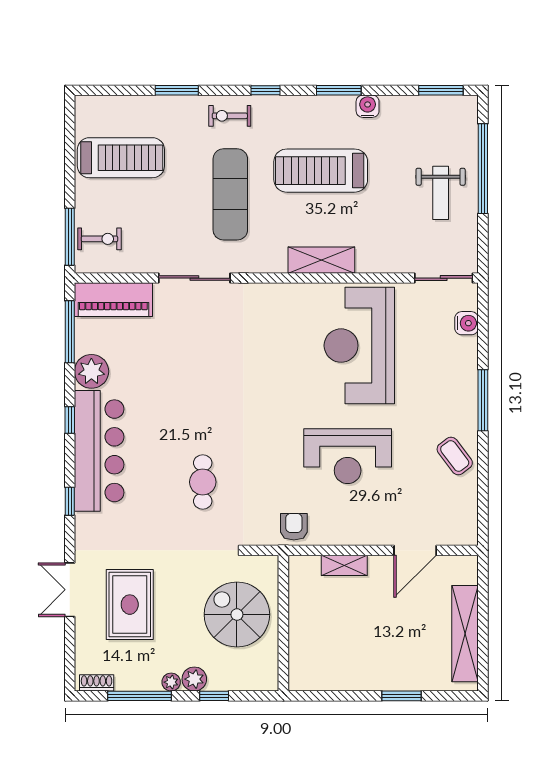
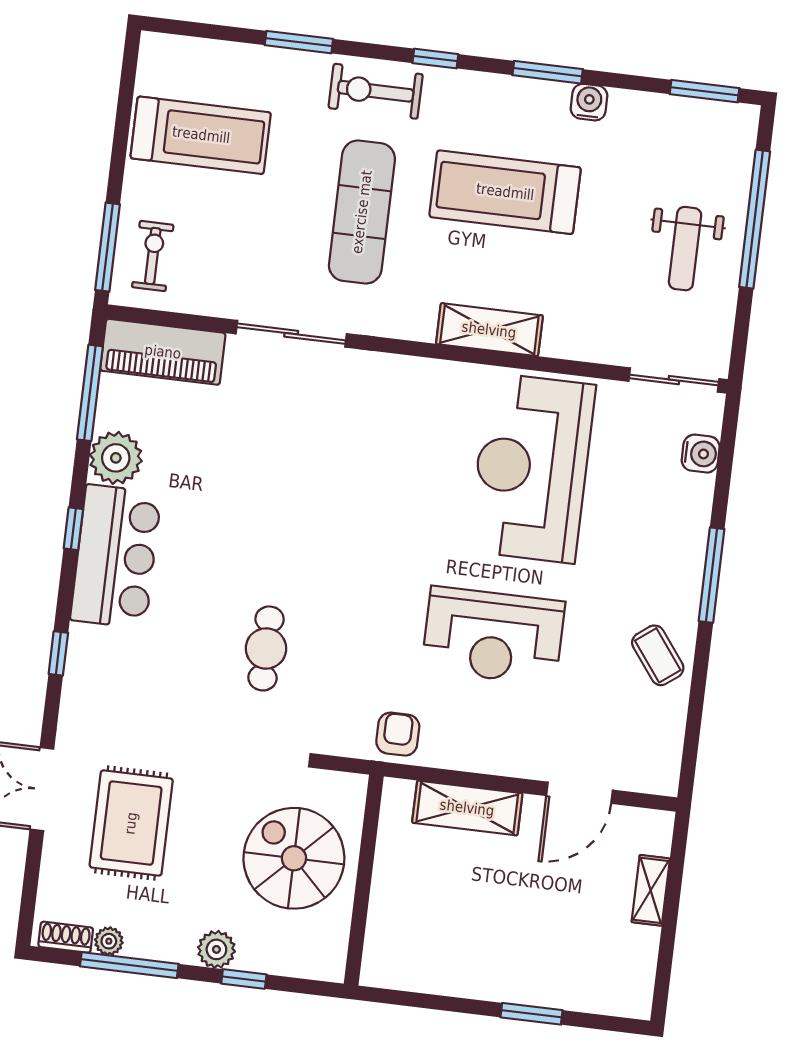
exercise bike: (230, 116) -> (376, 91), width x1.38, depth x1.39
exercise bike: (100, 239) -> (153, 256), turned -90
bar counter: (99, 451) -> (116, 556), width x0.73
shelving: (344, 565) -> (467, 808), width x1.50, depth x1.33
shelving: (465, 634) -> (651, 890), width x0.45, depth x0.75
plant: (171, 682) -> (109, 941), moved

